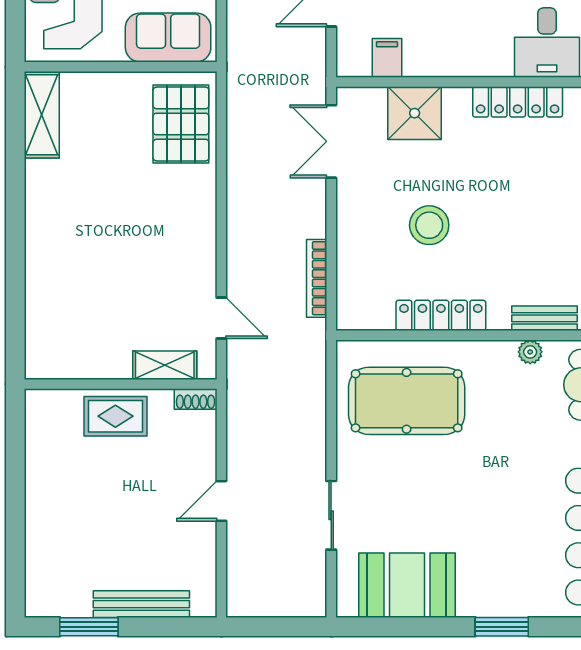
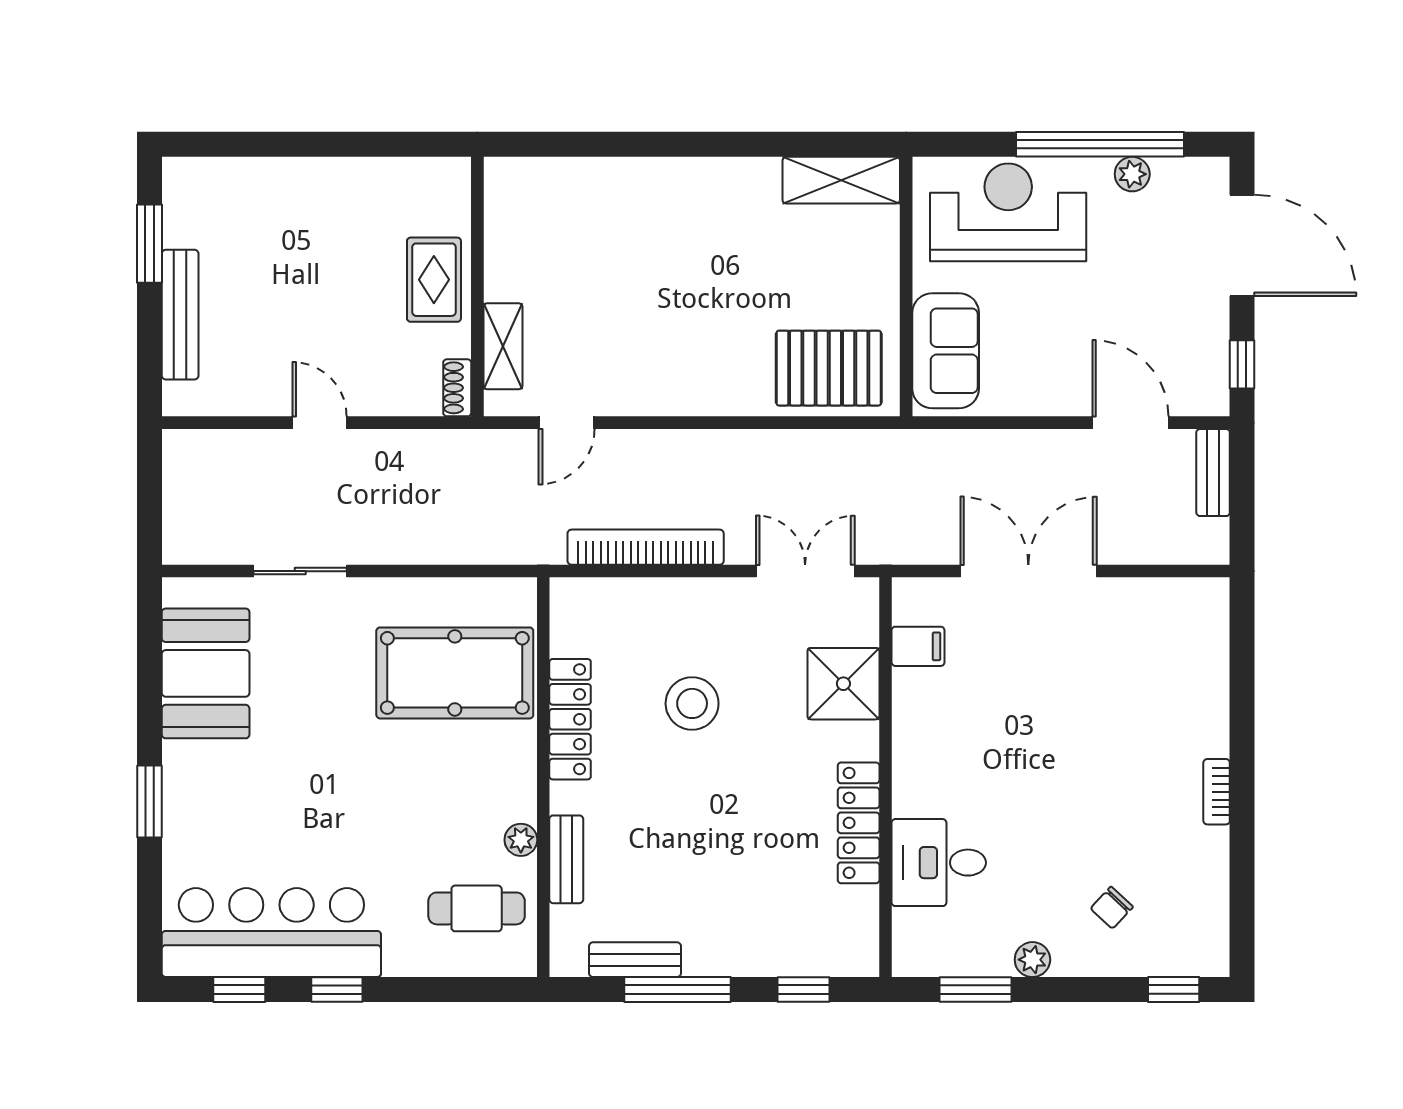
bookcase: (317, 278) -> (646, 547), width x1.48, depth x1.31
pool table: (407, 401) -> (455, 673), turned 90

